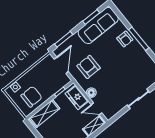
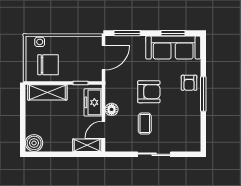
armchair: (89, 67) -> (149, 92), moved, turned 90
coffee table: (118, 85) -> (145, 123), added
door: (96, 109) -> (104, 130), hinge flipped

